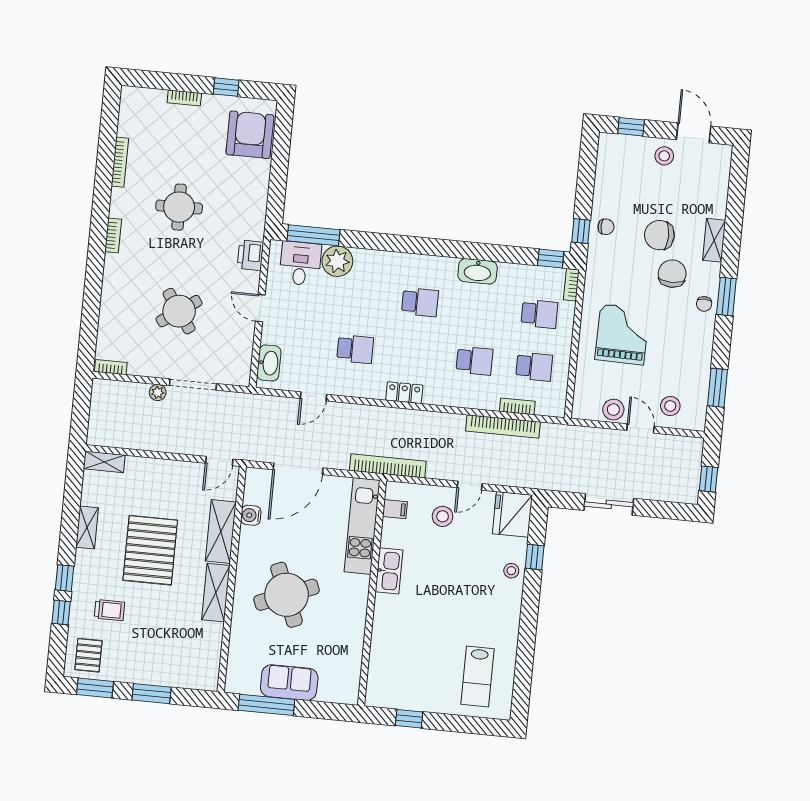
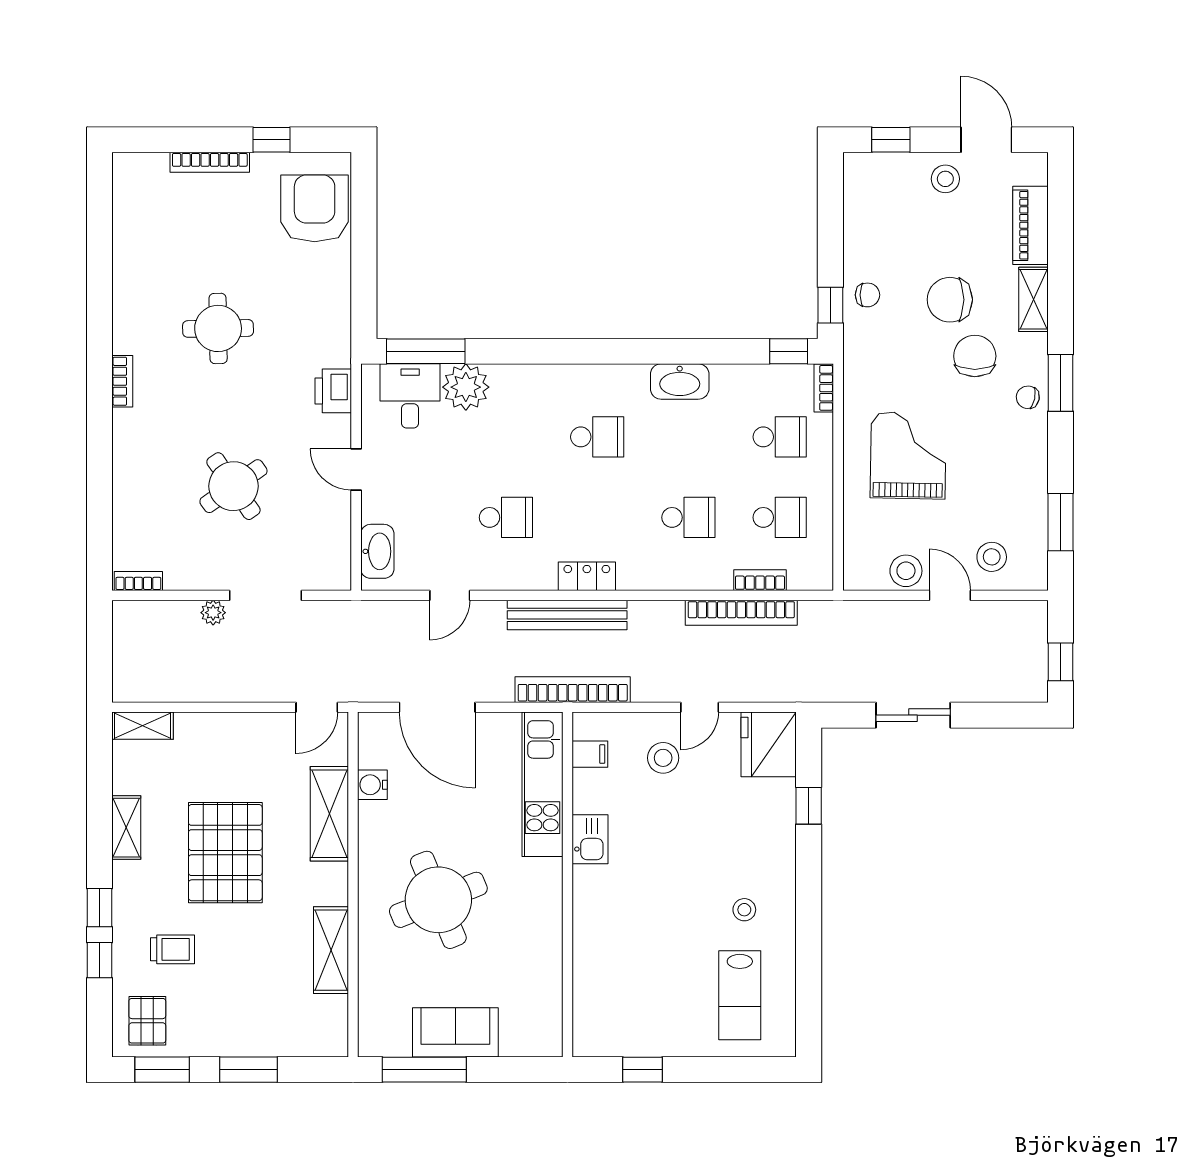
bookcase: (184, 98) -> (210, 162), width x1.56
bookcase: (120, 162) -> (122, 269), removed
piano: (717, 192) -> (1030, 225), added
chair: (704, 304) -> (1028, 397), turned 102
bench: (389, 417) -> (567, 615), added
door: (298, 469) -> (437, 707), hinge flipped
kitchen sink: (389, 571) -> (590, 839), width x0.73
stool: (511, 571) -> (744, 910), moved
shelving: (216, 593) -> (331, 950), moved

